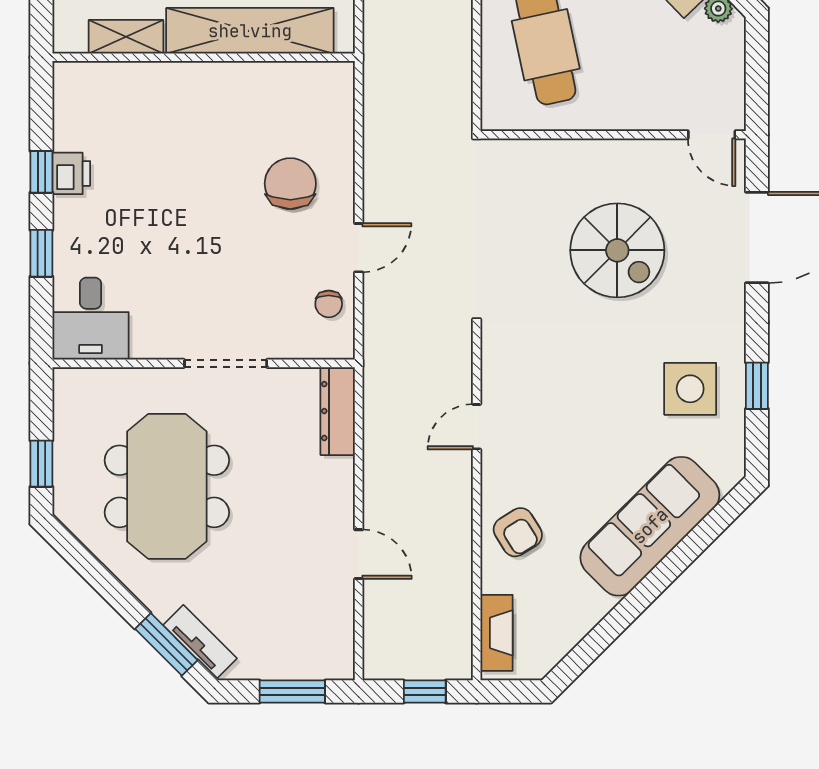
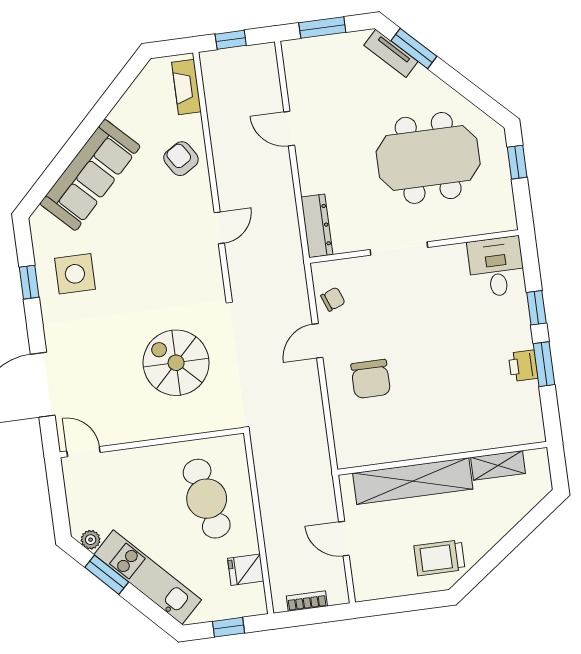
window: (41, 172) -> (544, 364), width x1.50
spiral stairs: (617, 250) -> (176, 363), moved
chair: (329, 304) -> (333, 299), turned 69
meeting table: (167, 486) -> (428, 158), turned 90

